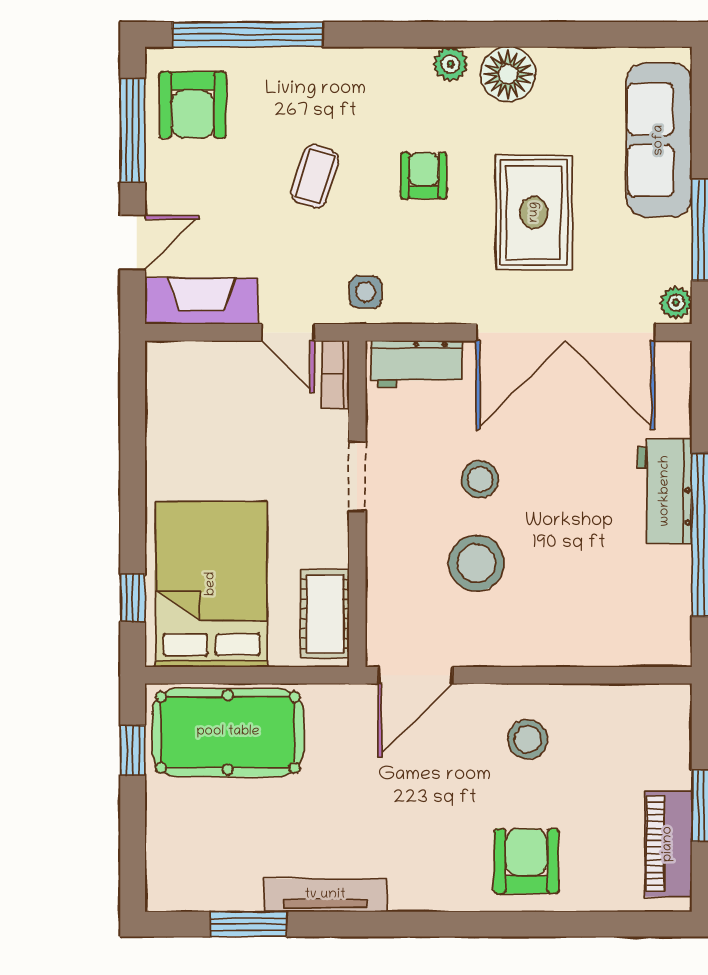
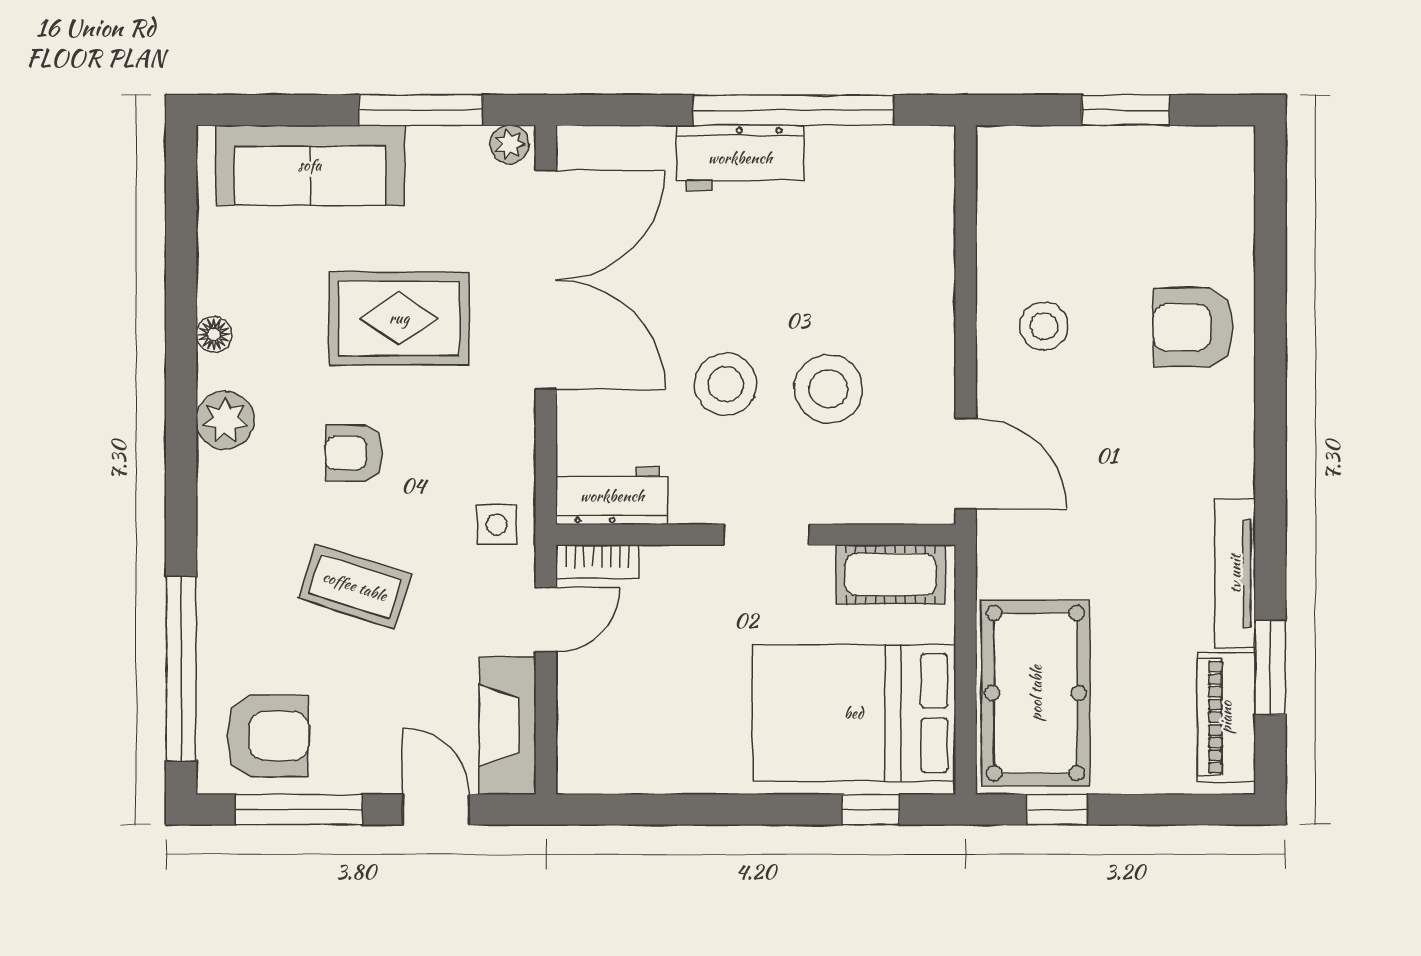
plant: (451, 64) -> (225, 420), width x1.38, depth x1.38
floor lamp: (508, 74) -> (214, 334), width x0.53, depth x0.53
coffee table: (315, 176) -> (355, 586), width x1.36, depth x1.30
workbench: (417, 364) -> (612, 496), moved, turned -90
doorway: (357, 476) -> (767, 535), moved
stool: (480, 479) -> (726, 384), width x1.38, depth x1.38
piano: (668, 844) -> (1226, 717), moved, turned 90

